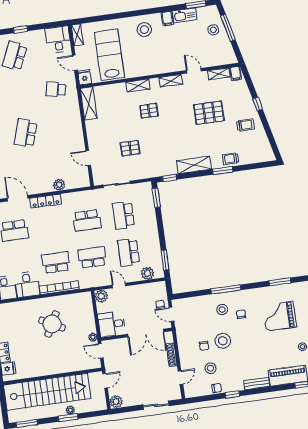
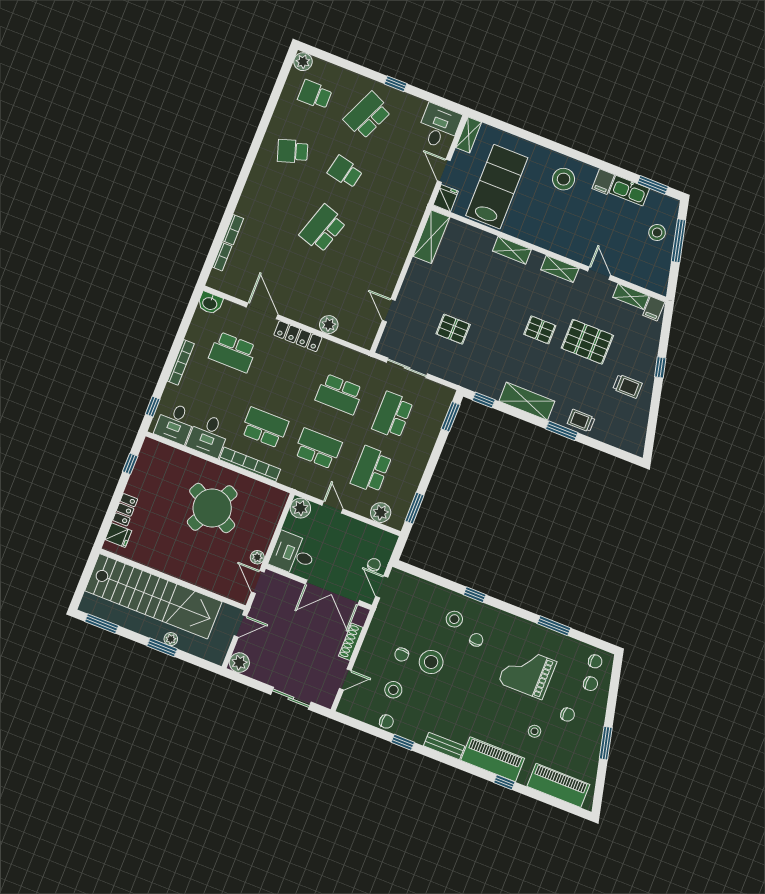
school desk: (56, 89) -> (345, 172), moved
pallet: (149, 111) -> (540, 330), moved
window: (226, 289) -> (475, 595), width x0.46
round table: (52, 324) -> (212, 508), width x1.36, depth x1.36

